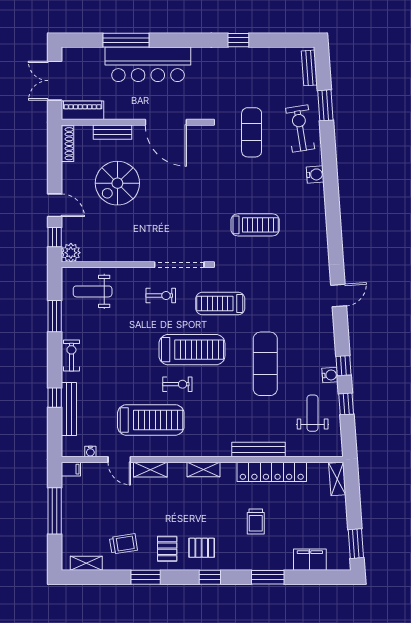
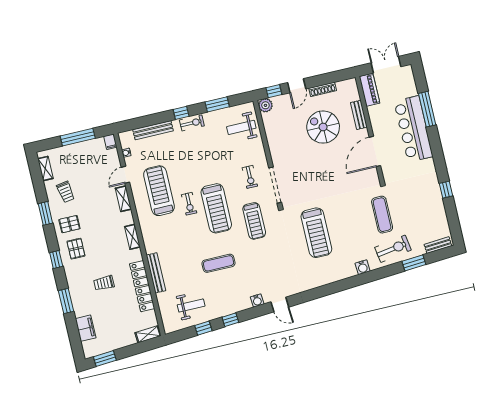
exercise mat: (252, 132) -> (382, 215), turned 90
shoe rack: (68, 144) -> (323, 89), moved
treadmill: (255, 225) -> (316, 233), width x1.37, depth x1.38
weight bench: (93, 291) -> (241, 127), turned -90
treadmill: (220, 303) -> (254, 221), turned 180
exercise mat: (265, 364) -> (218, 263), width x0.73, depth x0.69
water cooler: (330, 375) -> (257, 300), moved
window: (55, 398) -> (181, 113), moved
treadmill: (151, 420) -> (159, 191), turned 180

